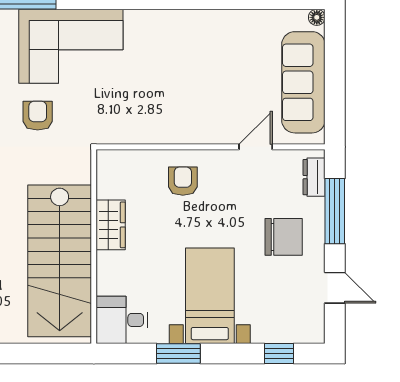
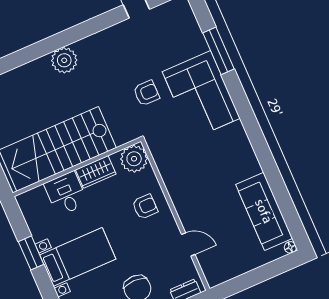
sofa: (303, 82) -> (264, 211), moved, turned -90
plant: (115, 168) -> (134, 159), added
desk: (122, 320) -> (66, 194), moved

